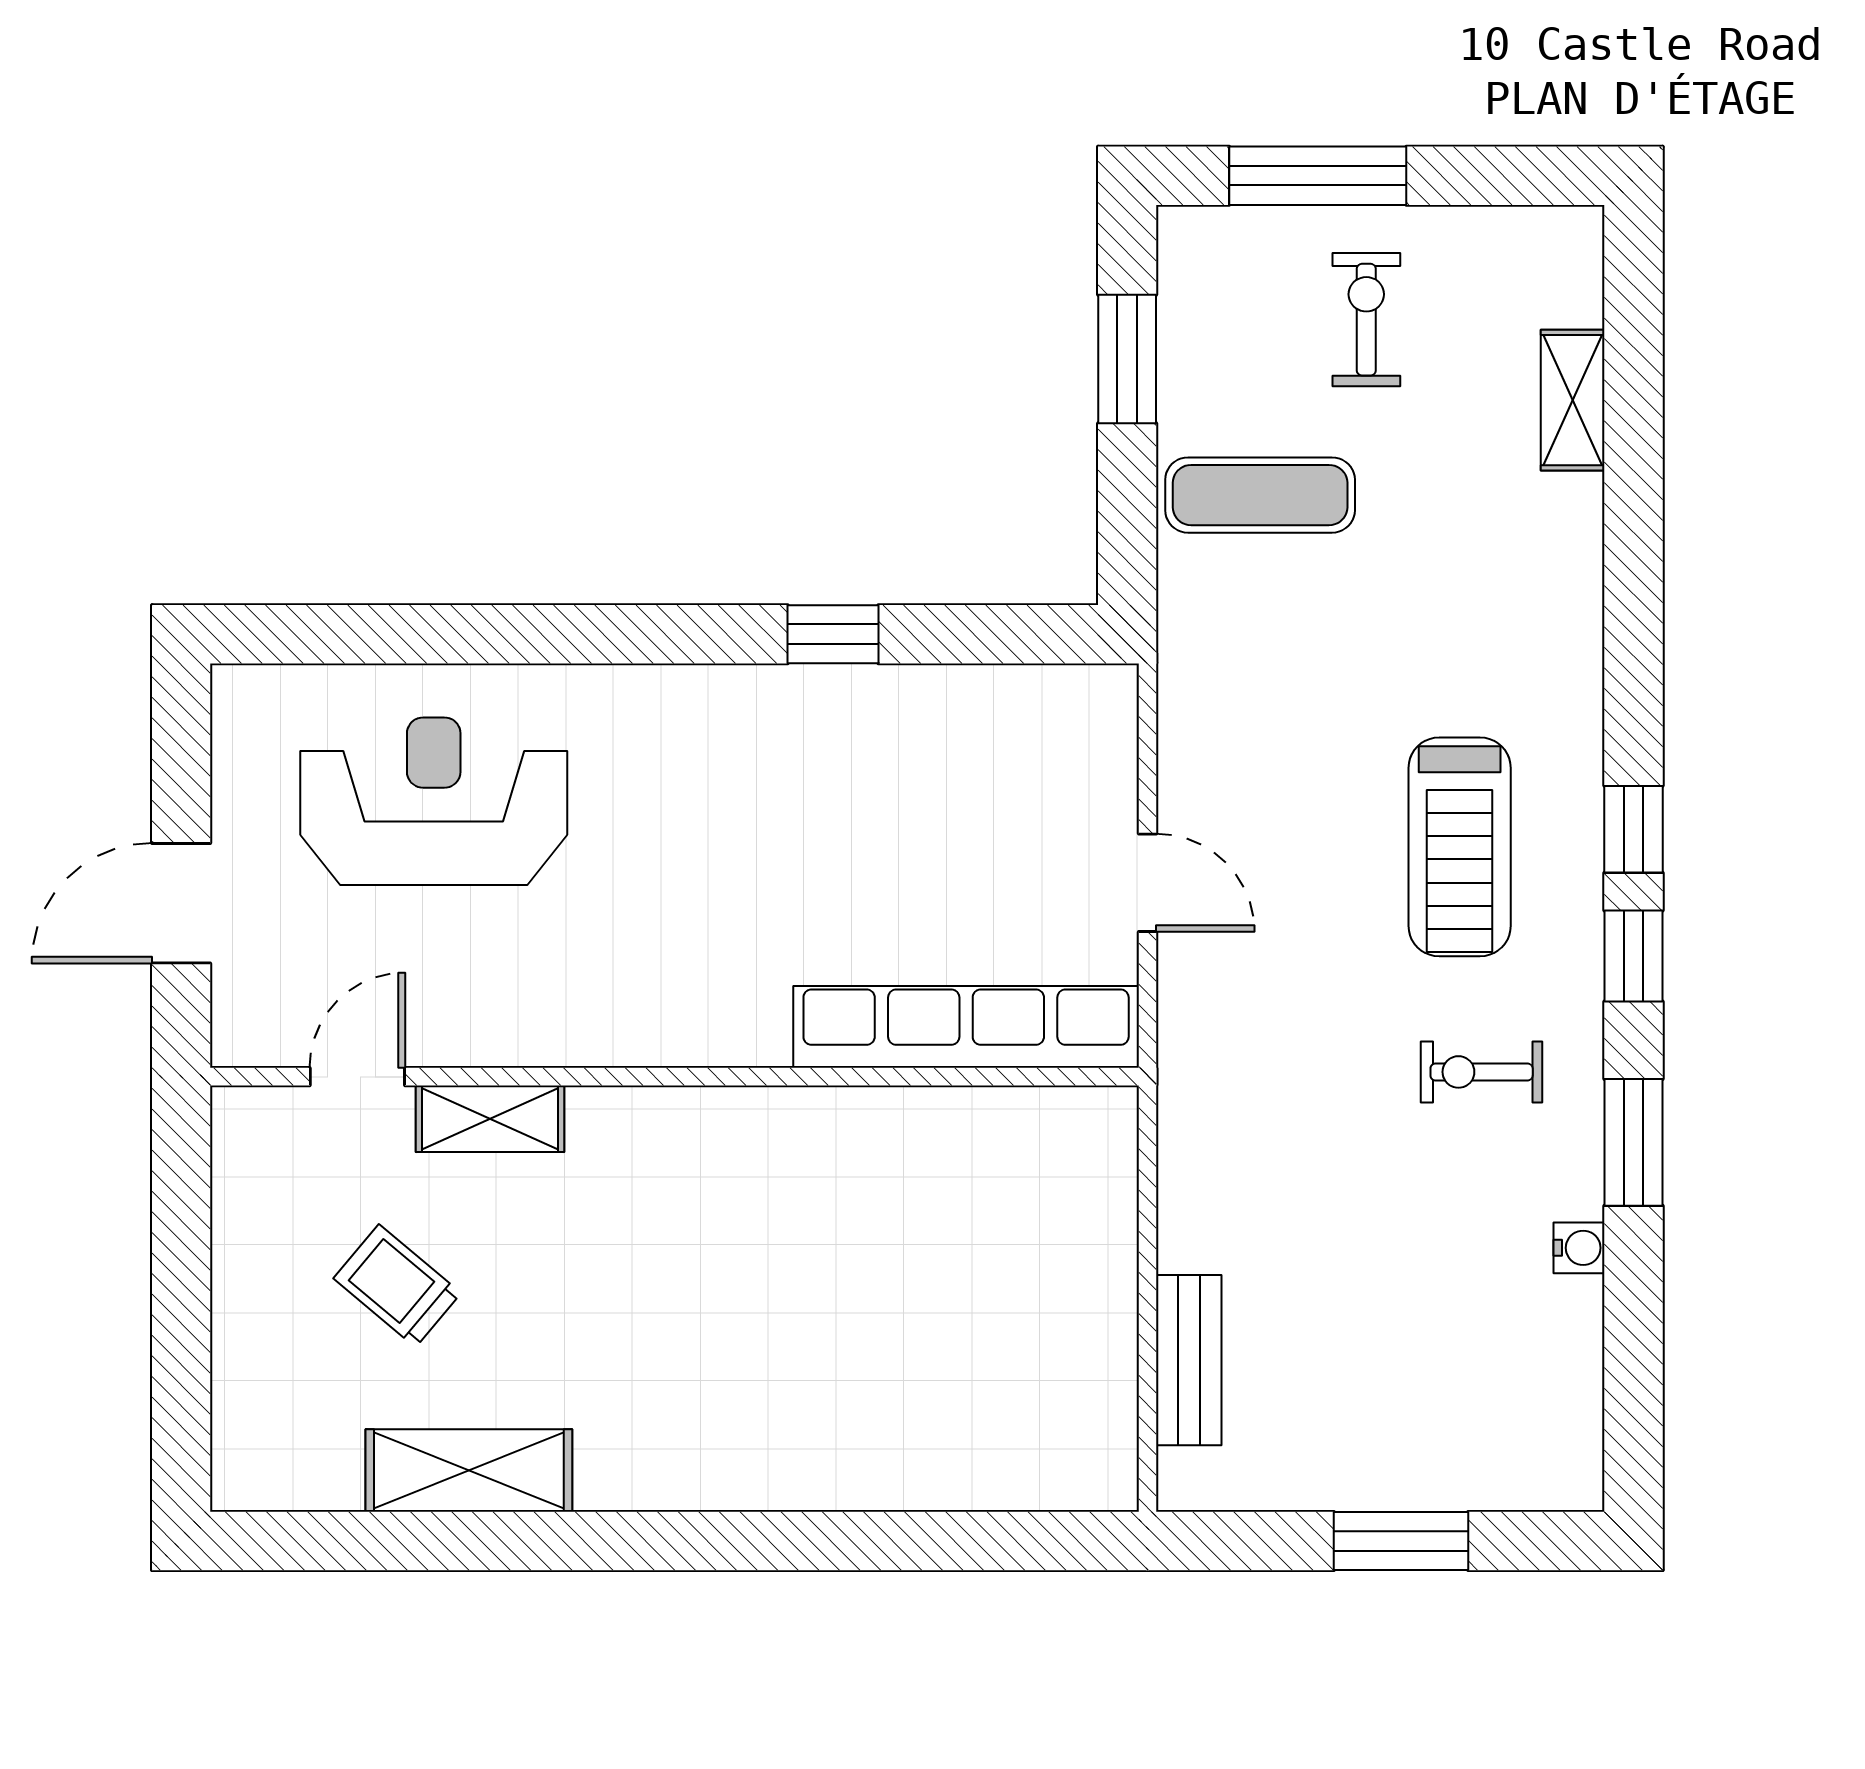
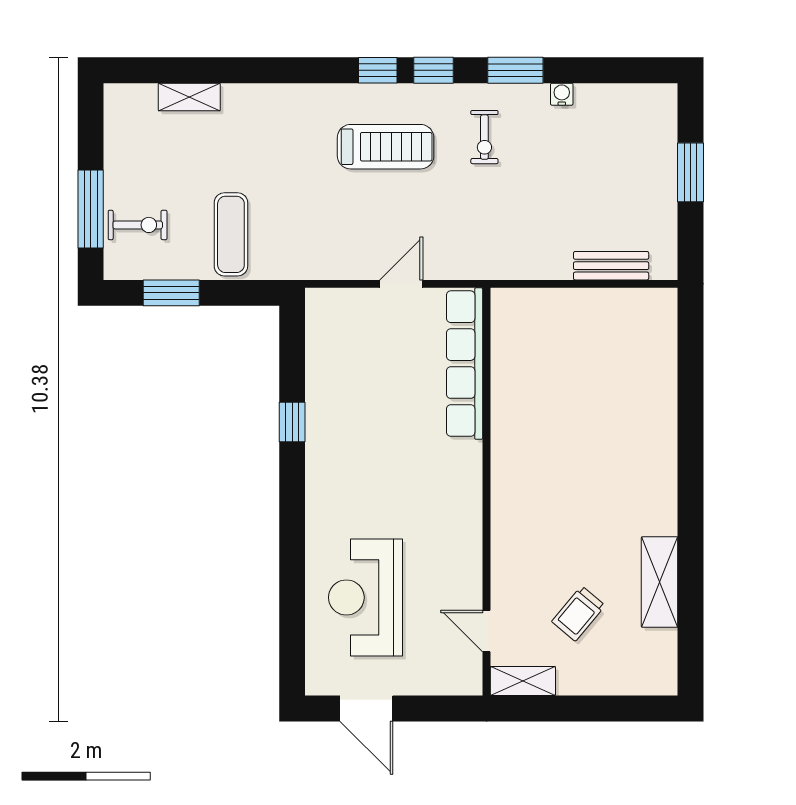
exercise bike: (1366, 320) -> (138, 225), moved, turned 180
door: (181, 903) -> (366, 708), moved
shelving: (490, 1119) -> (523, 681), moved, turned 90

